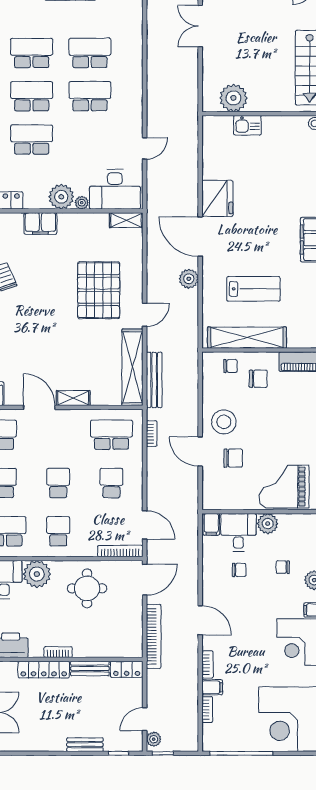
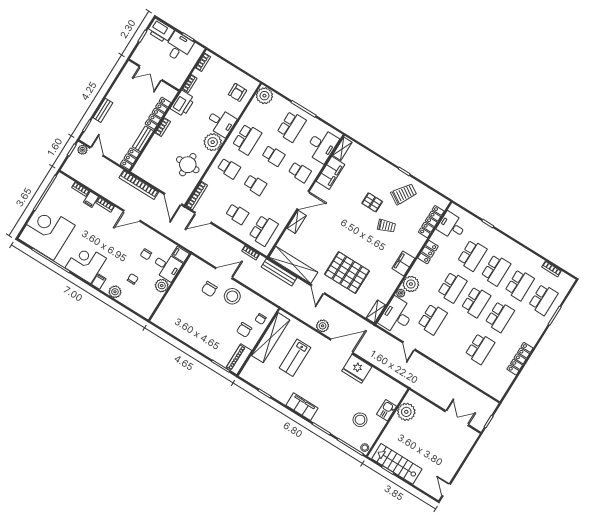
school desk: (90, 96) -> (432, 319), moved
stool: (282, 152) -> (360, 420), added
grand piano: (284, 487) -> (176, 307), removed

